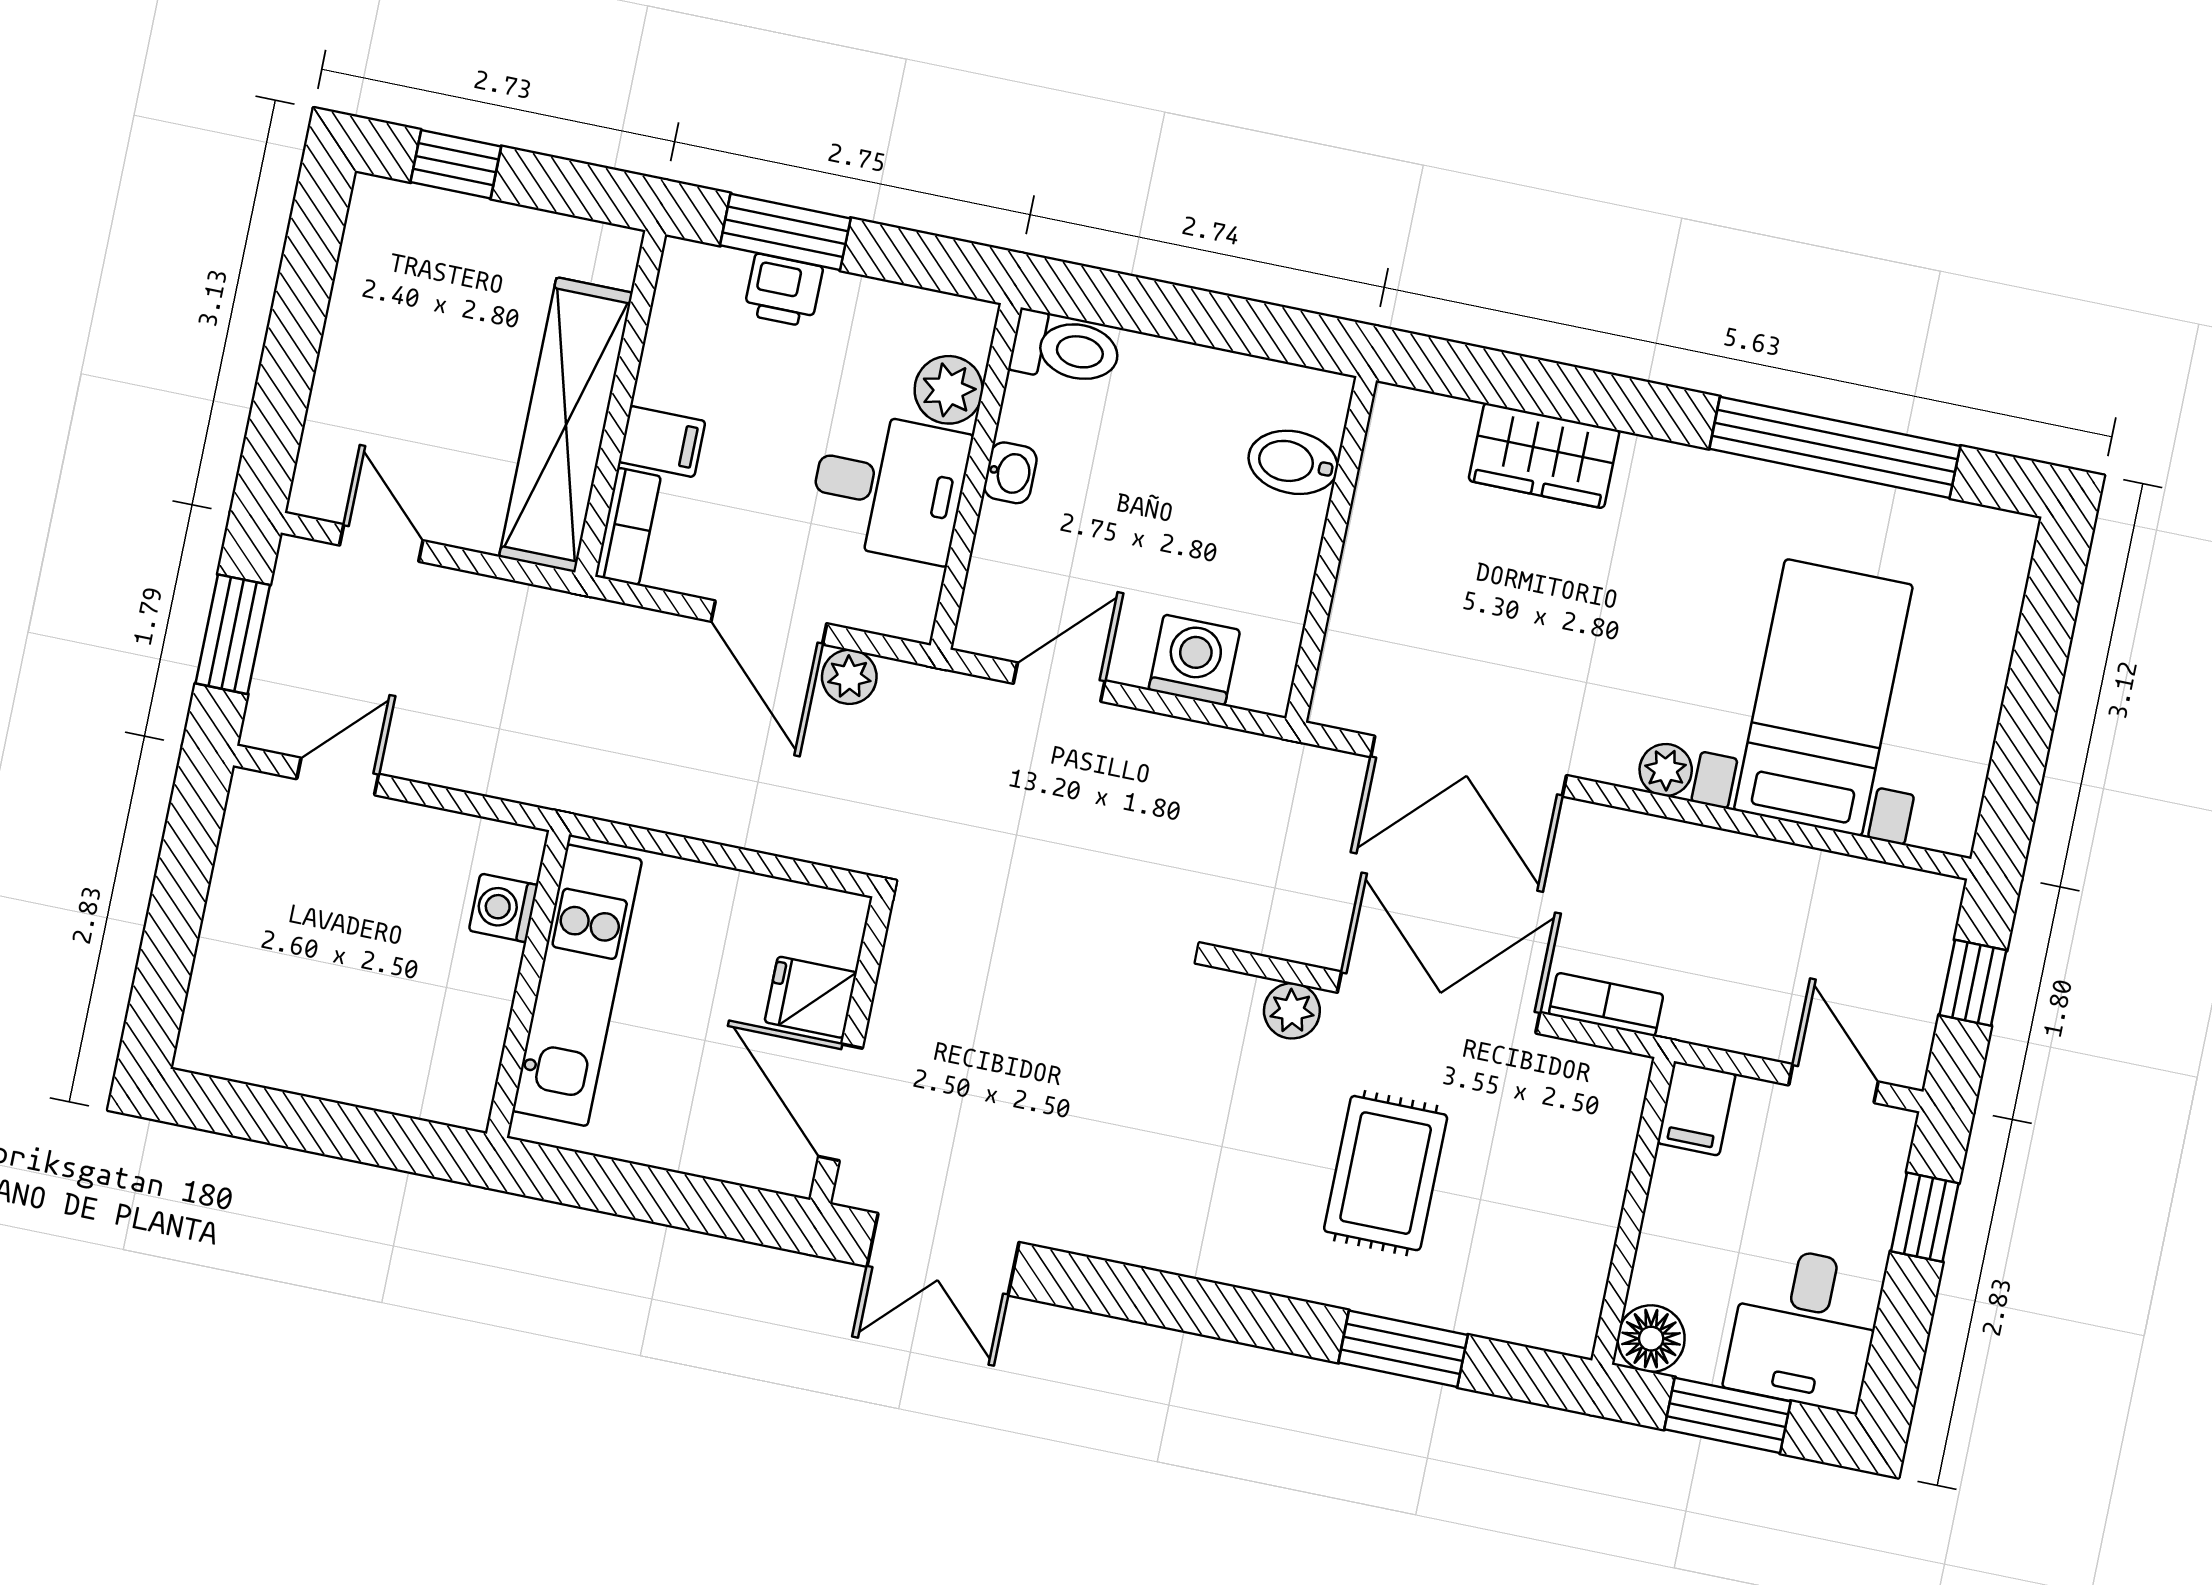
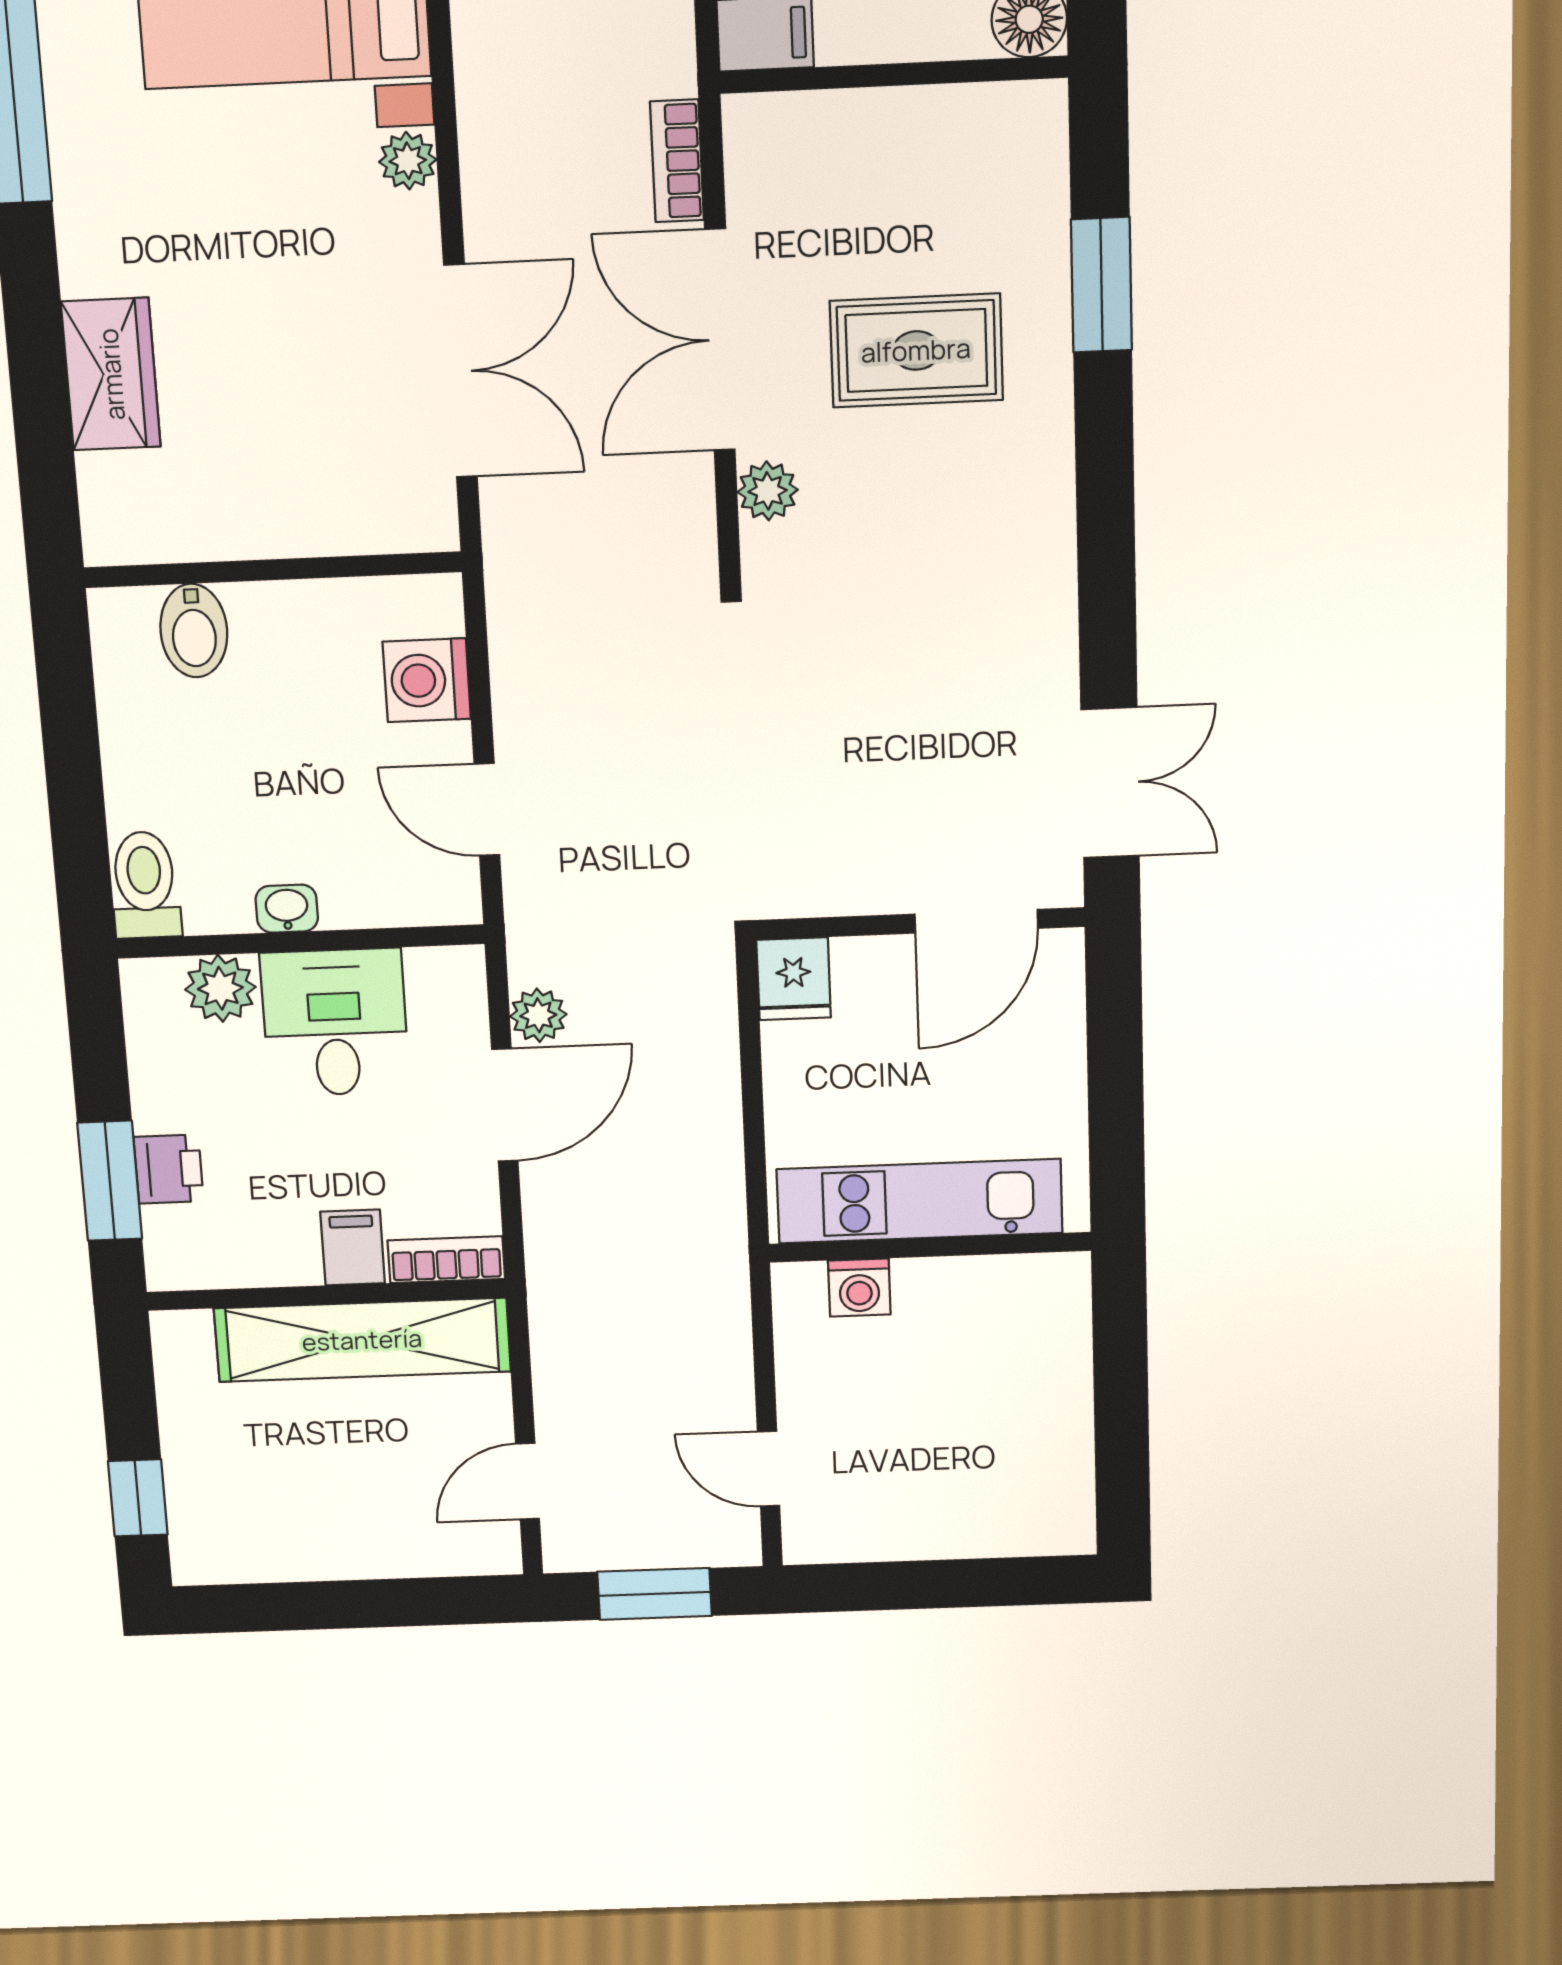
fridge: (811, 997) -> (794, 979), moved

